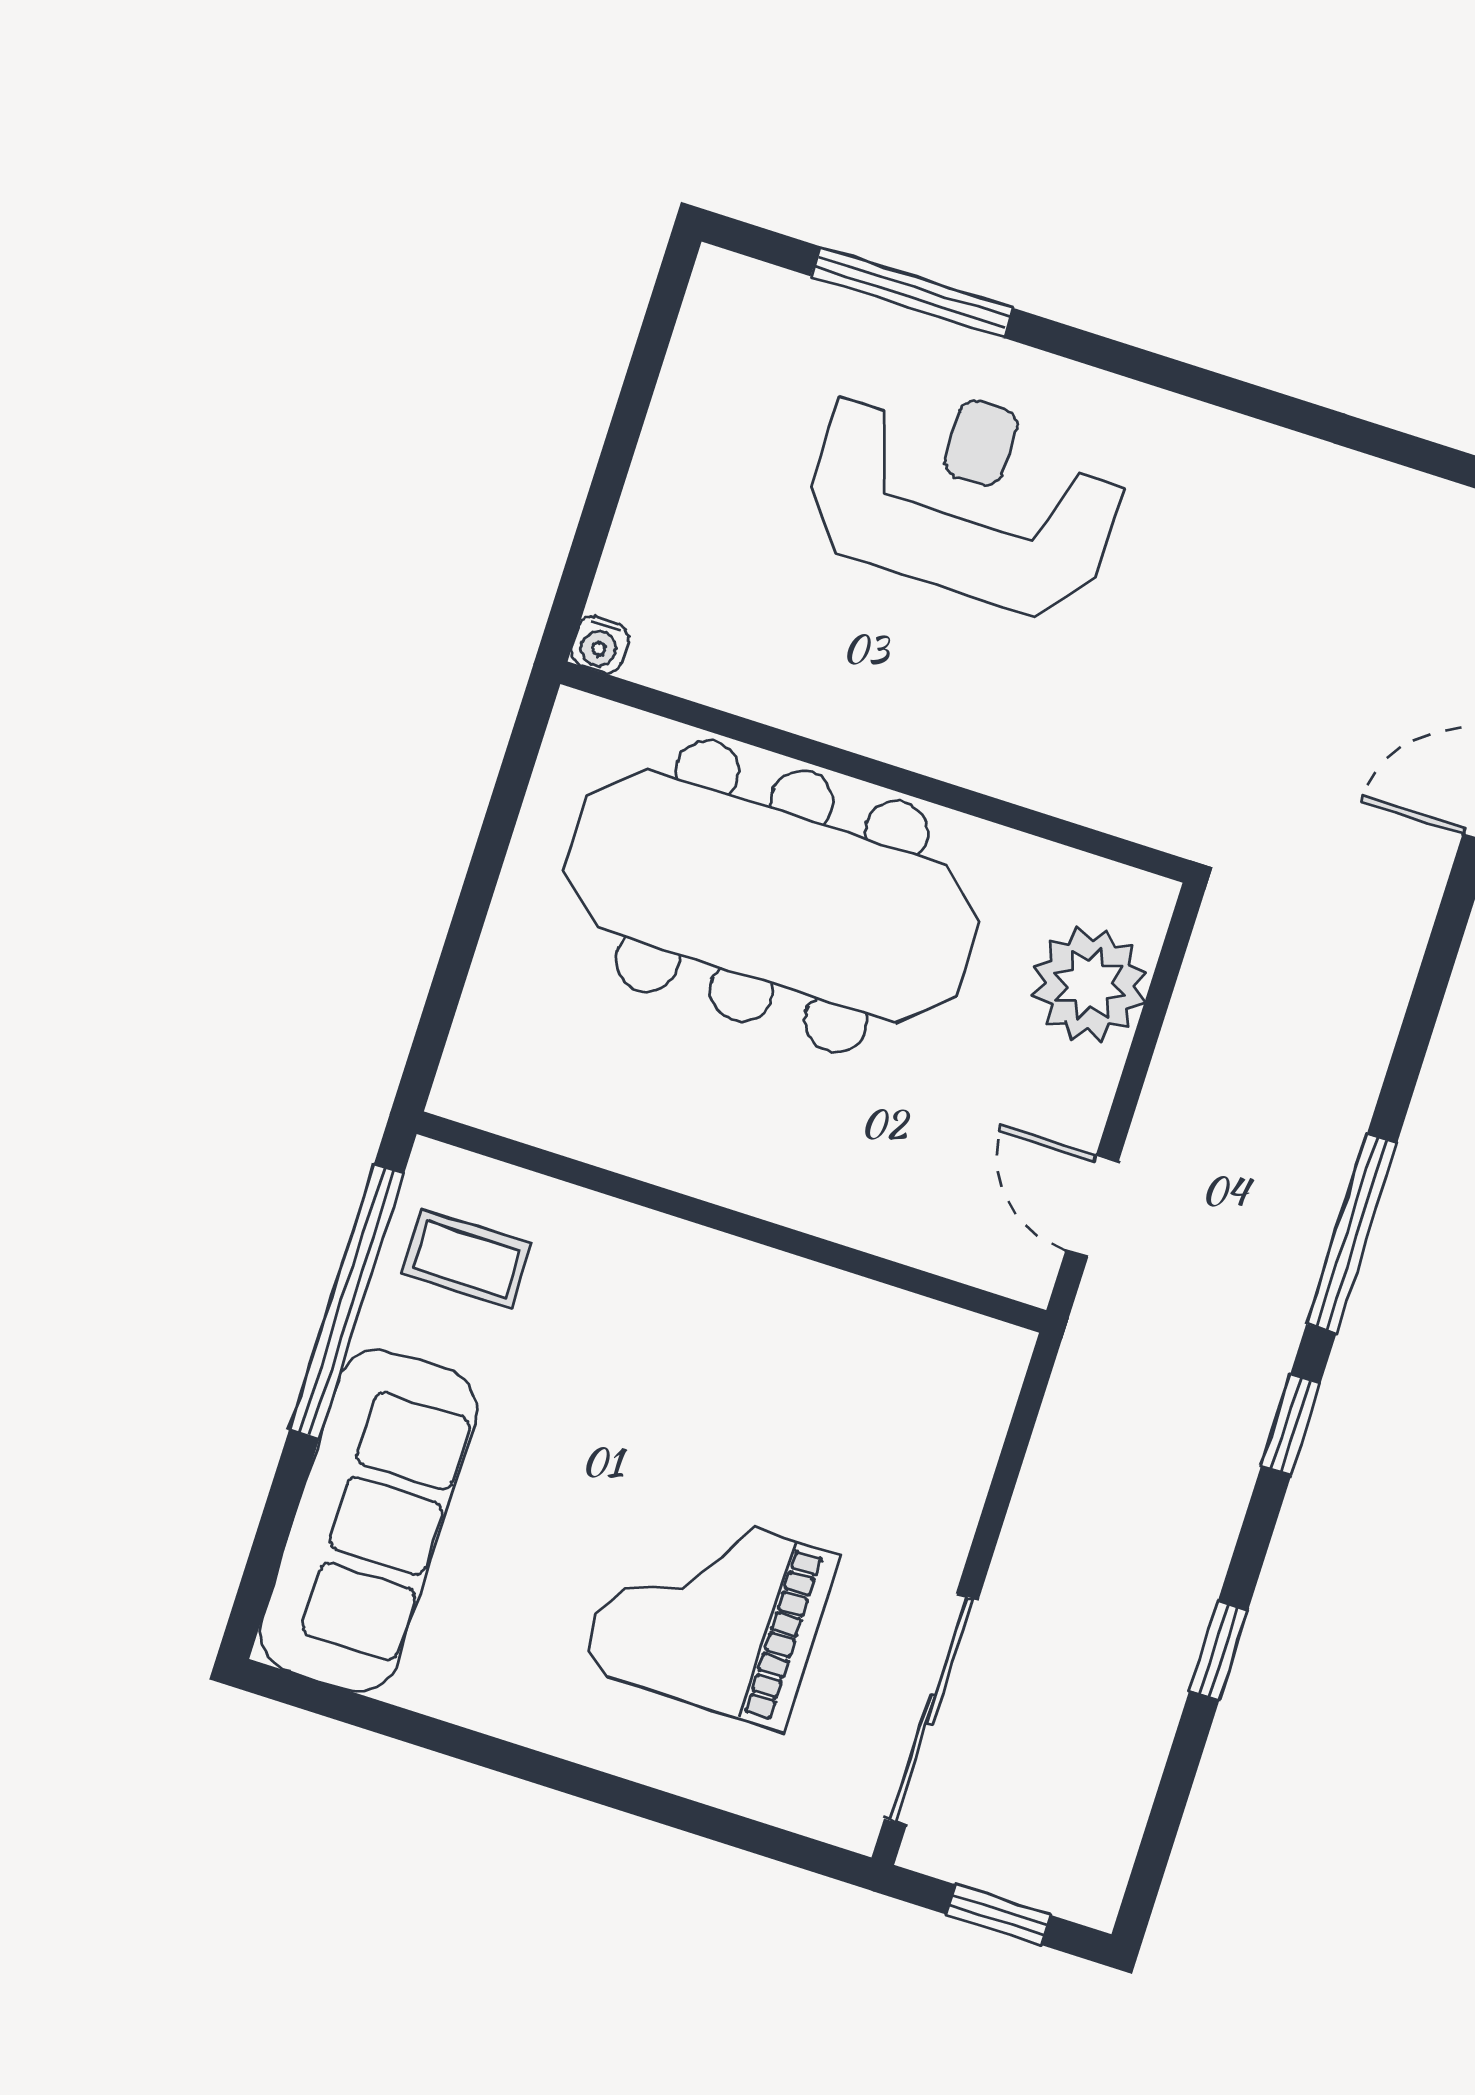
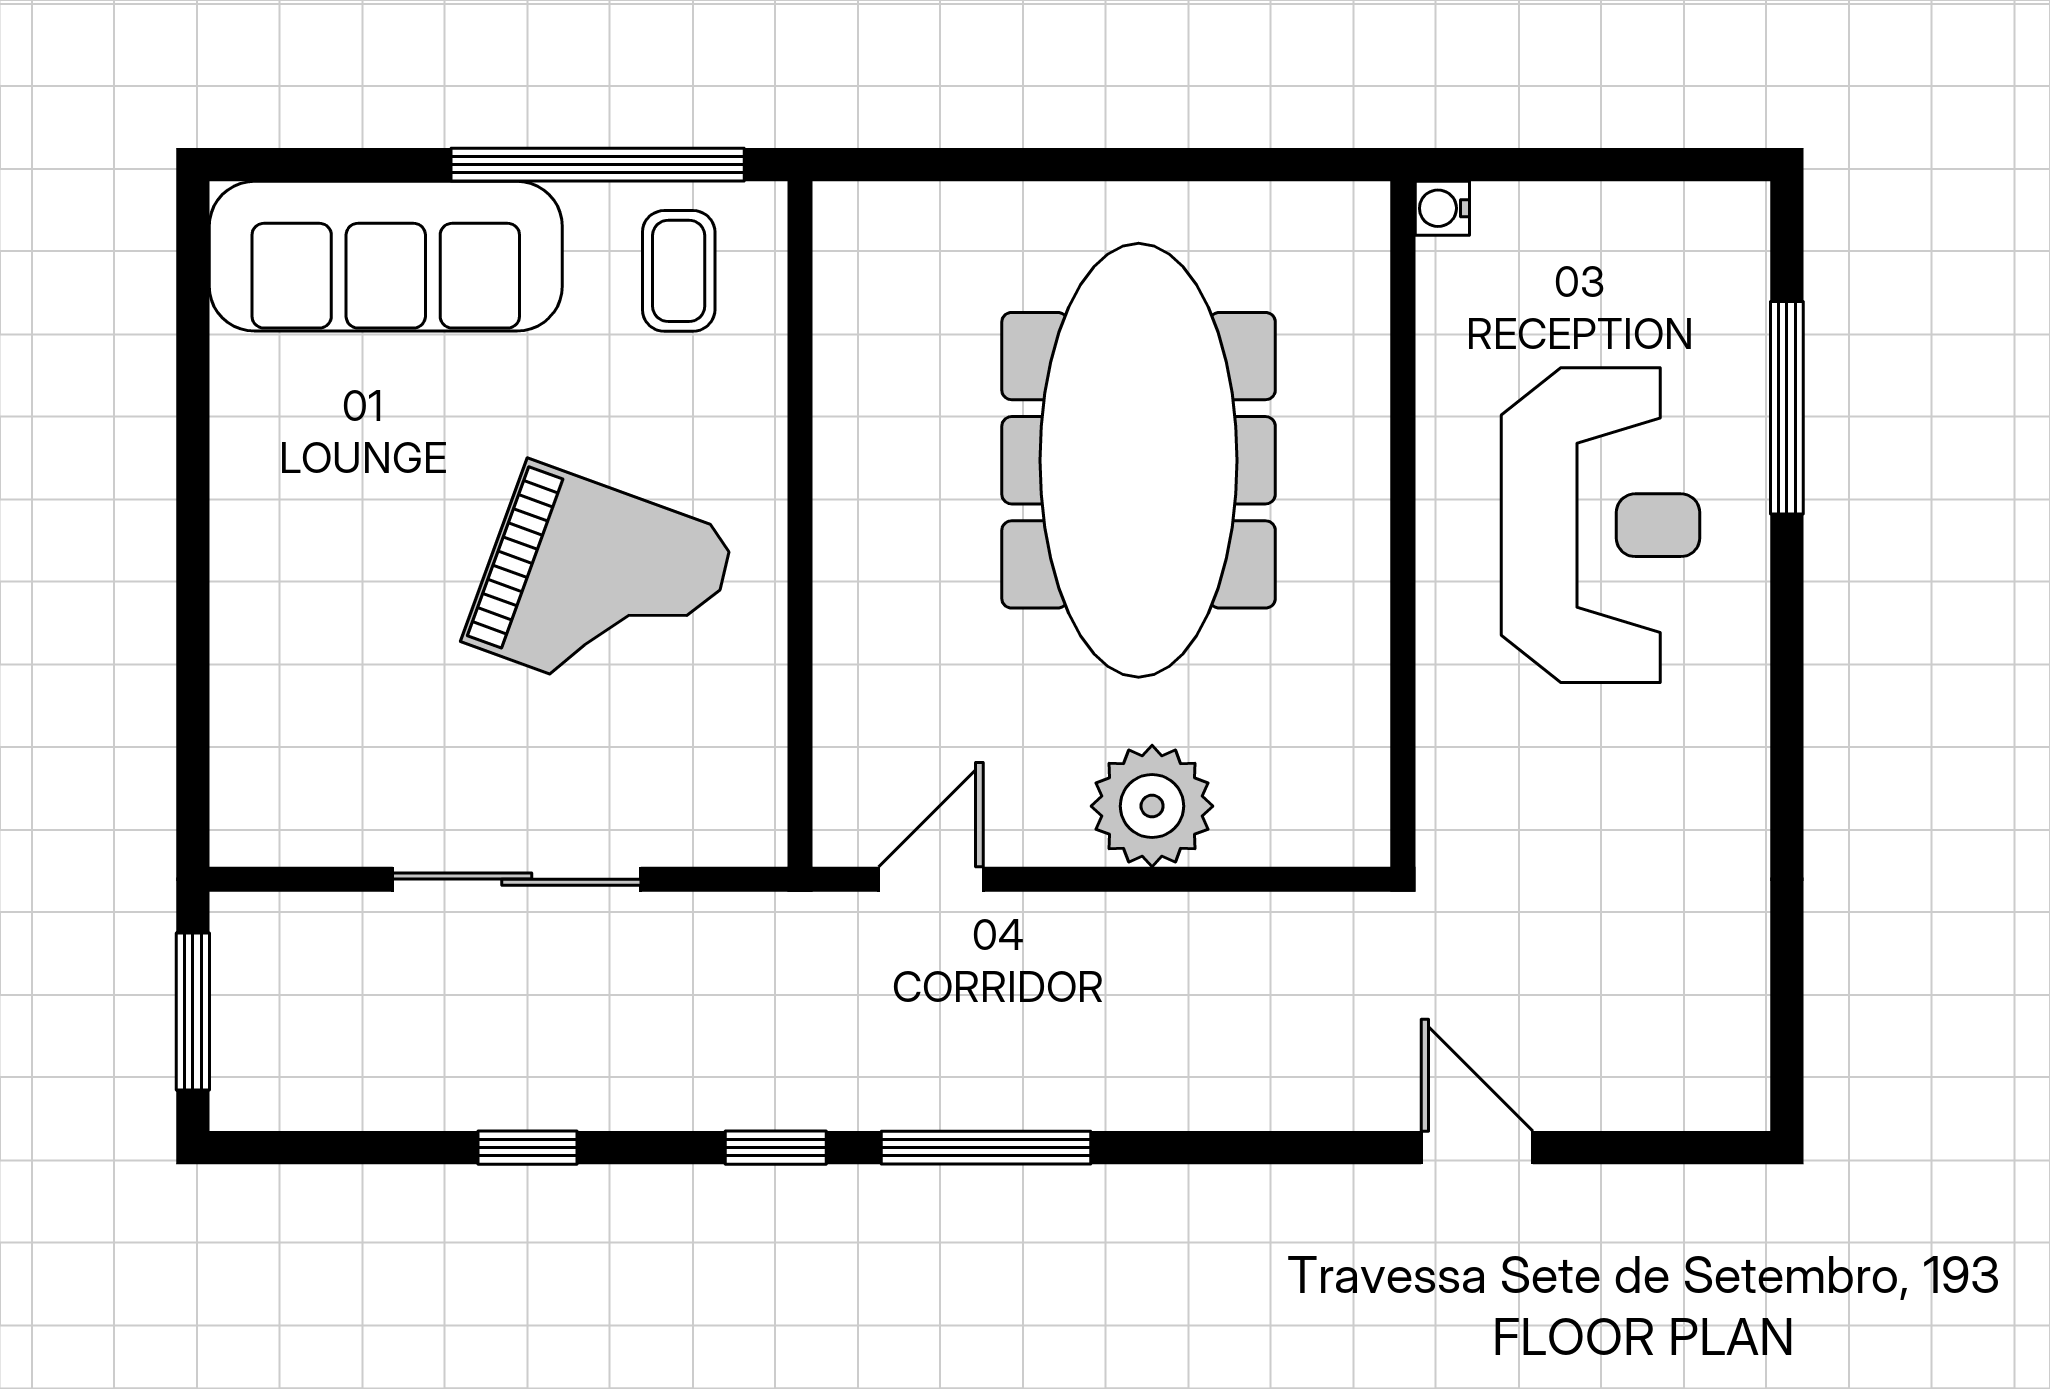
water cooler: (600, 645) -> (1442, 208), moved
wall: (875, 772) -> (1403, 524), moved
grand piano: (709, 1611) -> (600, 588), moved, turned 110
sliding door: (931, 1709) -> (517, 879), moved
window: (998, 1915) -> (193, 1011), width x1.50

